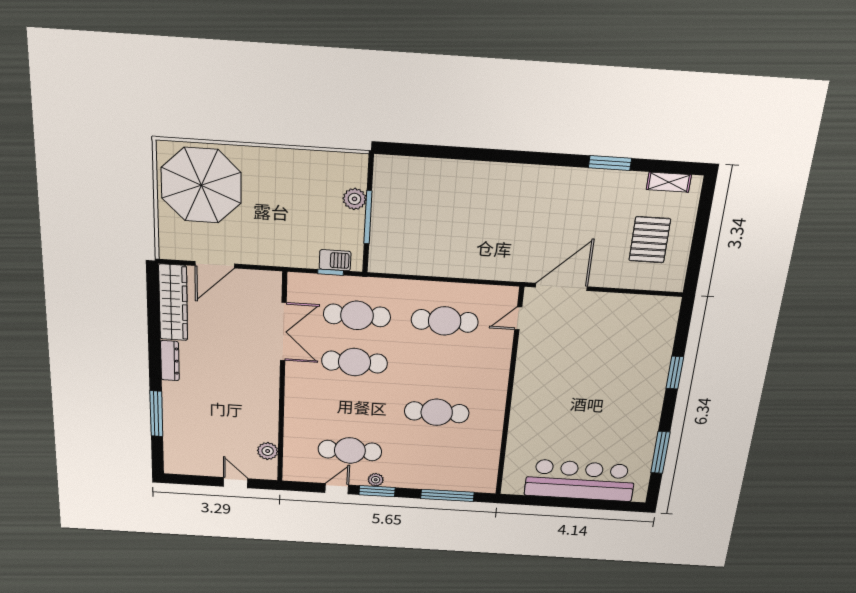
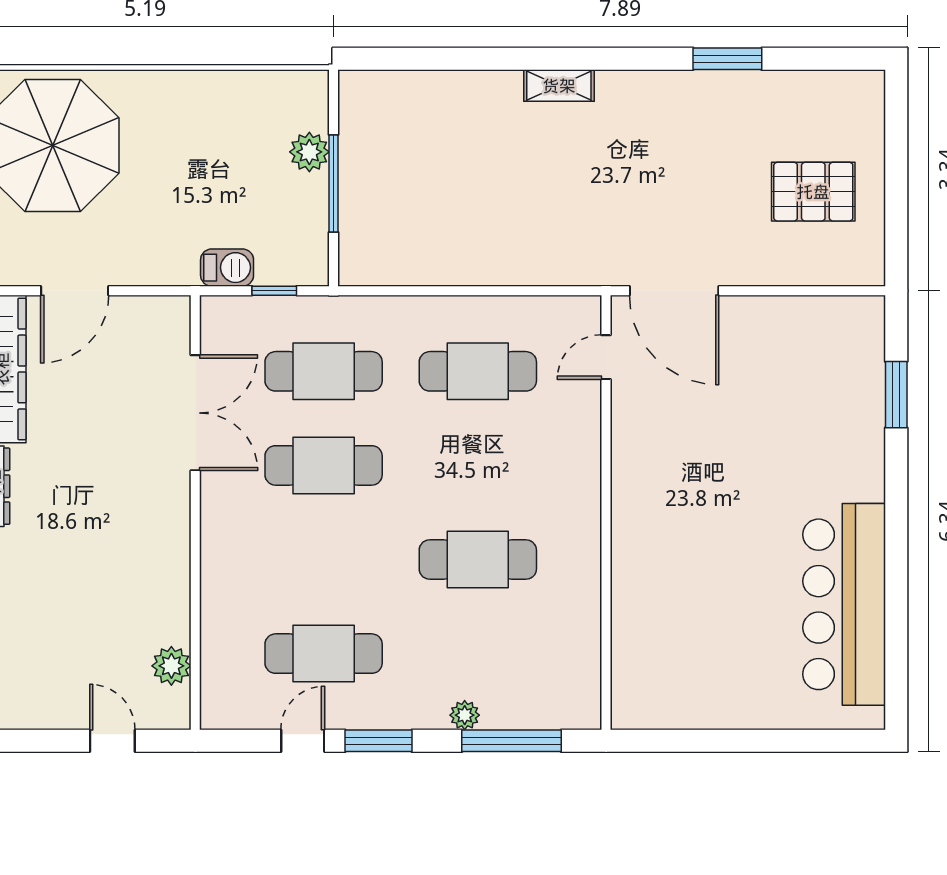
shelving: (669, 182) -> (559, 86), moved
pallet: (650, 240) -> (813, 192), turned 90
barbecue: (335, 260) -> (227, 268), moved
door: (561, 287) -> (674, 291), swing flipped
window: (675, 373) -> (896, 395), moved
window: (660, 452) -> (896, 616), removed
plant: (376, 480) -> (465, 715), moved
bar counter: (580, 480) -> (844, 604), moved, turned -90

